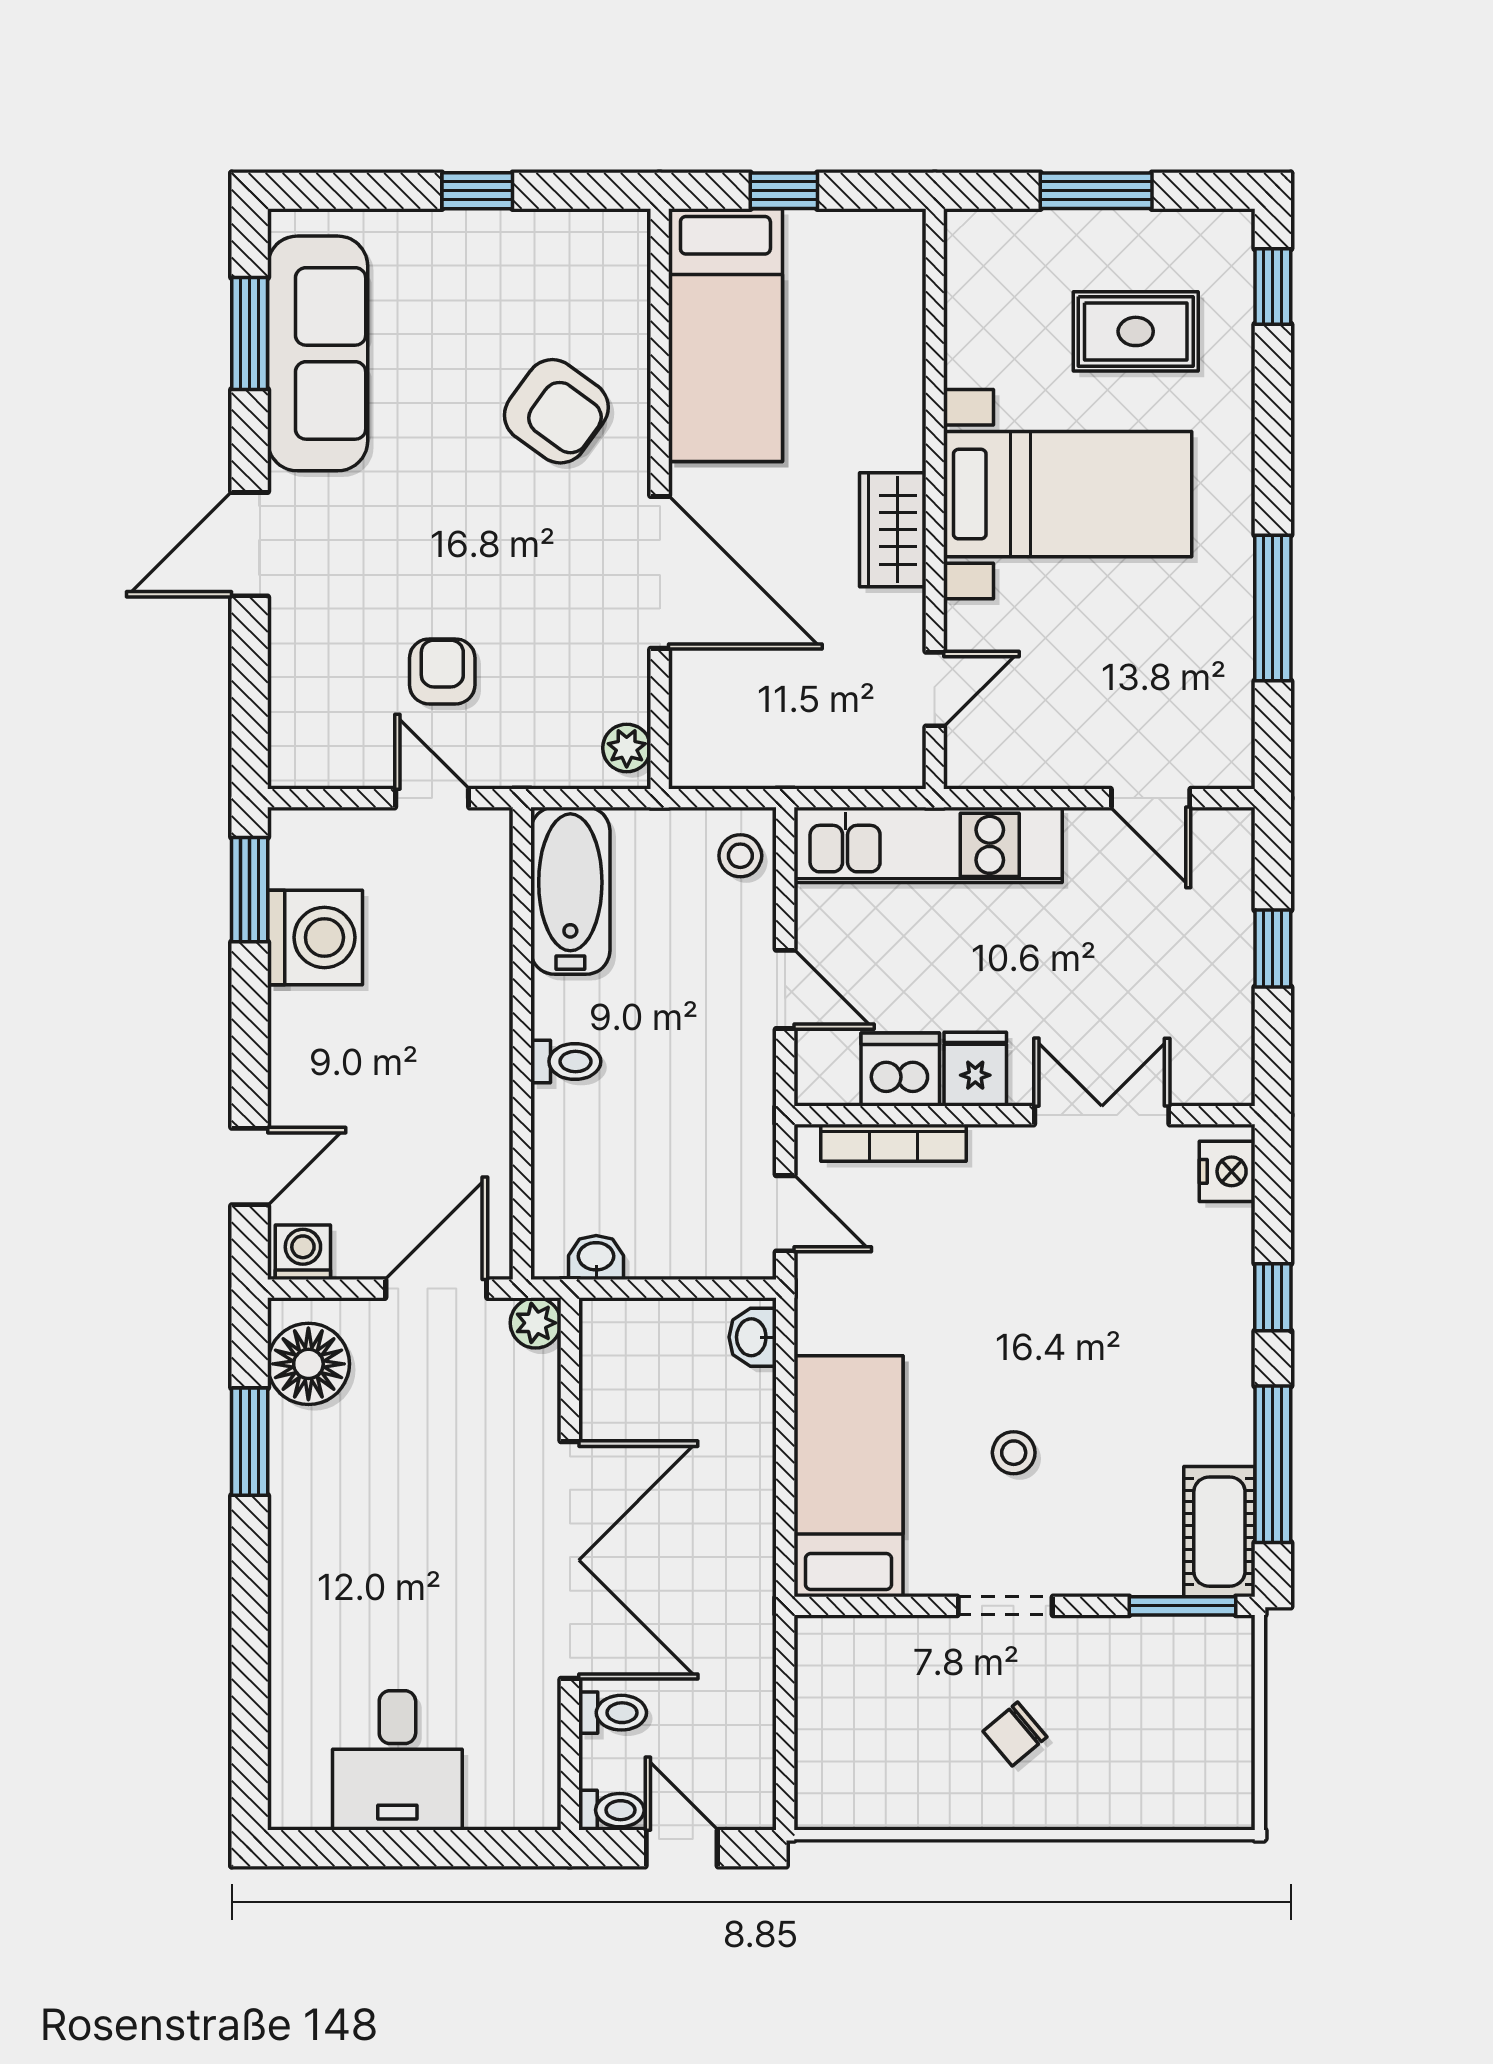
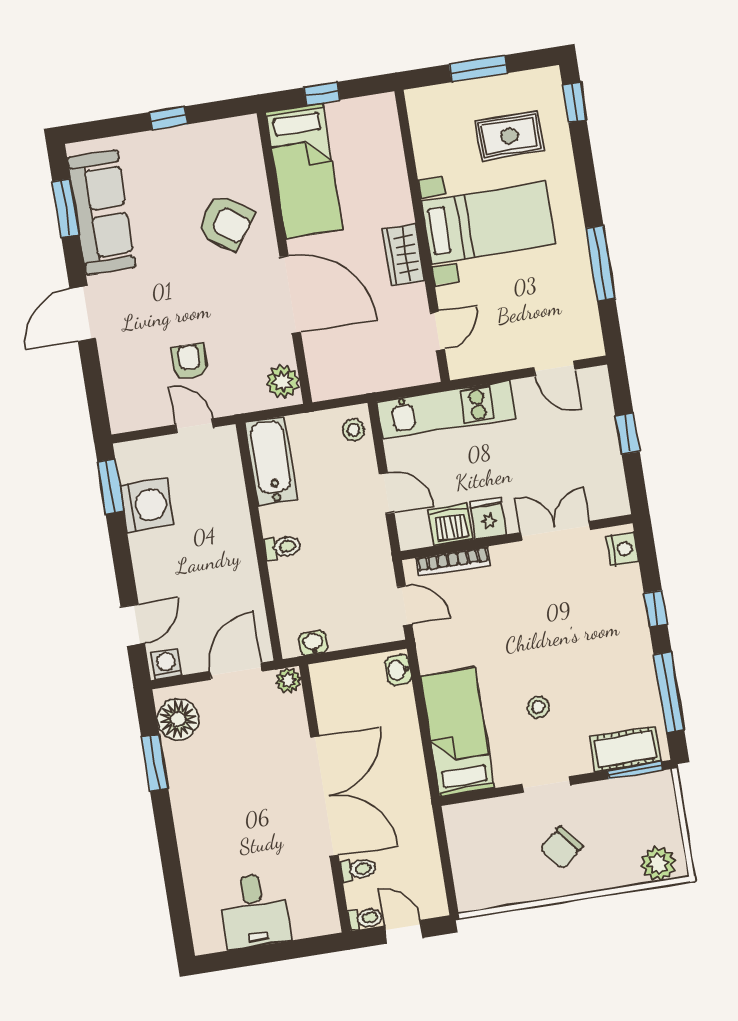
plant: (627, 748) -> (283, 381), width x1.38, depth x1.38
cot: (1219, 1532) -> (625, 749), moved, turned 90
chair: (1015, 1734) -> (561, 848), width x1.37, depth x1.37
plant: (1199, 1795) -> (658, 864), added

